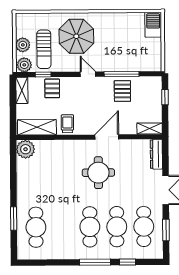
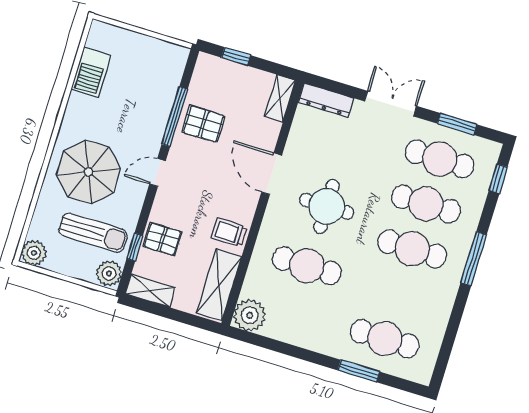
barbecue: (153, 25) -> (91, 72), moved, turned -90
plant: (23, 45) -> (34, 253), moved
cafe table: (62, 172) -> (307, 266), added
window: (127, 262) -> (498, 179), moved

